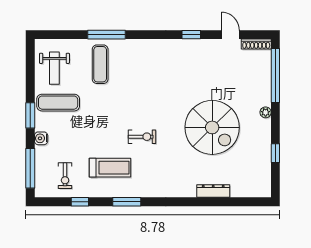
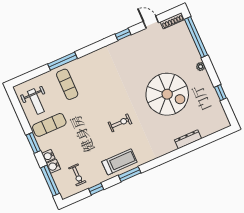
water cooler: (42, 153) -> (53, 166), added
treadmill: (110, 168) -> (119, 162), moved

